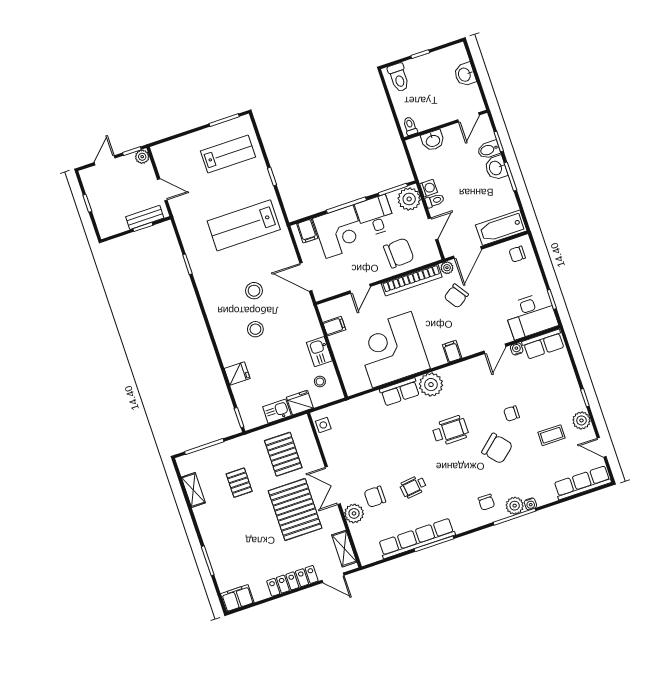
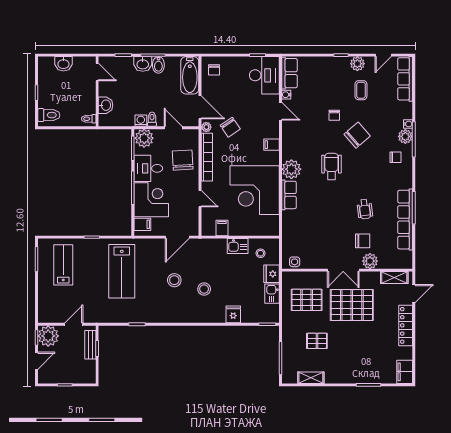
bidet: (489, 150) -> (158, 65), moved
plant: (142, 157) -> (48, 336), width x1.88, depth x1.88
door: (105, 160) -> (36, 361), swing flipped
chair: (375, 497) -> (363, 241), turned -90

